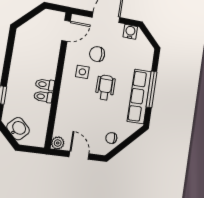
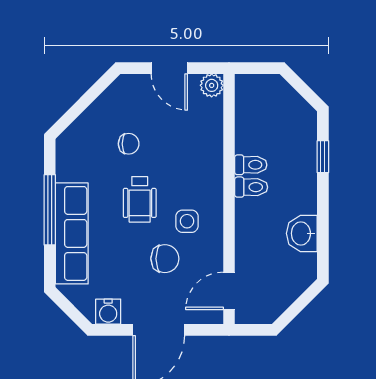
row of seats: (139, 96) -> (72, 233), moved
washbasin: (18, 129) -> (302, 233), moved, turned 45
chair: (111, 138) -> (129, 144), moved

